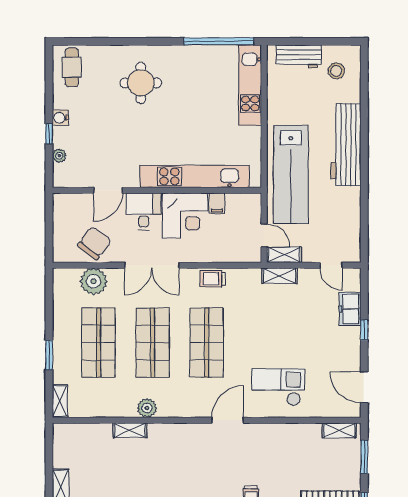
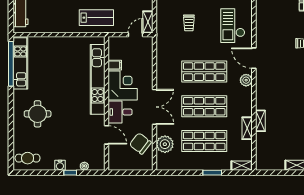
kitchen unit: (250, 85) -> (20, 63), moved, turned -90
lab bench: (291, 175) -> (96, 18), width x0.54, depth x0.72
shelving: (280, 276) -> (247, 128), moved
trolley: (213, 279) -> (189, 23), moved
plant: (147, 408) -> (246, 80), moved

